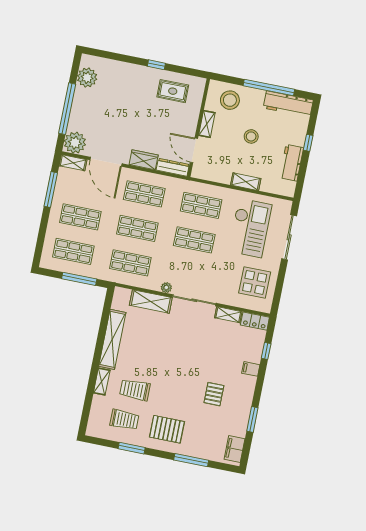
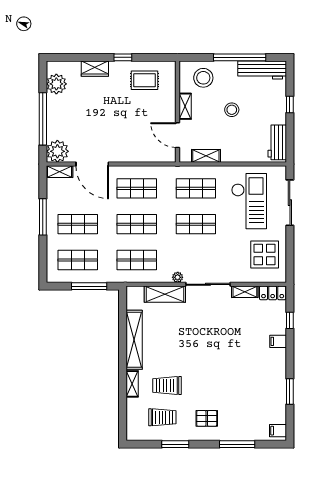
wardrobe: (144, 160) -> (95, 69), moved, turned 180
workbench: (292, 163) -> (277, 142), moved
dresser: (173, 167) -> (160, 156), removed
shelving: (246, 182) -> (206, 156), moved
window: (51, 189) -> (43, 217), moved
pallet: (214, 394) -> (246, 374), removed
pallet: (167, 429) -> (207, 418), width x0.67, depth x0.71
filing cabinet: (235, 449) -> (278, 431), width x0.50

